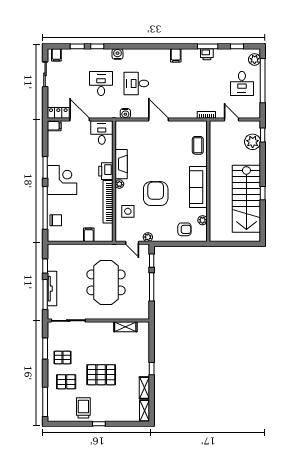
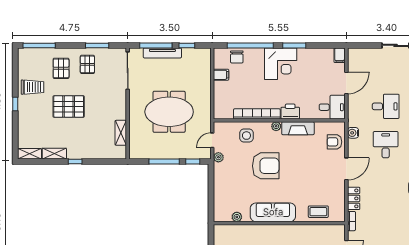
locker: (58, 113) -> (354, 198), moved
armchair: (184, 229) -> (334, 142), moved, turned 90
filing cabinet: (89, 235) -> (221, 75), moved
pallet: (101, 375) -> (69, 107), turned 90

